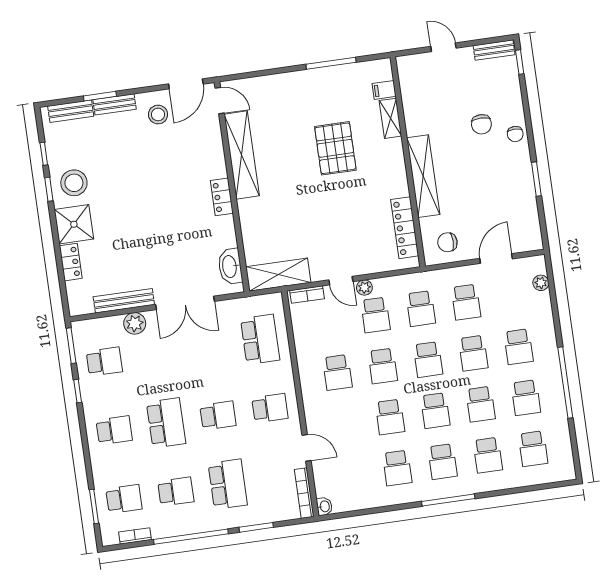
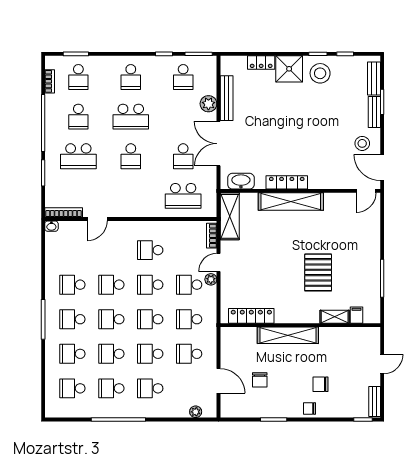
pallet: (335, 148) -> (318, 272), turned 90
shelving: (242, 155) -> (291, 202), moved
locker: (222, 197) -> (287, 182), width x1.53
chair: (447, 242) -> (260, 380), moved, turned 180
school desk: (270, 408) -> (183, 156), moved

